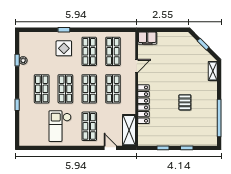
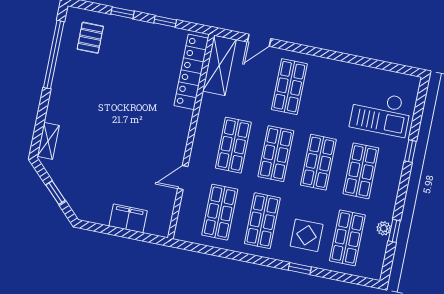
filing cabinet: (147, 38) -> (128, 218), moved
shop shelf: (42, 51) -> (347, 238), added
pallet: (185, 102) -> (90, 38), moved
locker: (143, 104) -> (191, 72), moved
checkout: (60, 126) -> (381, 113), moved, turned 90
door: (110, 148) -> (259, 40), hinge flipped

